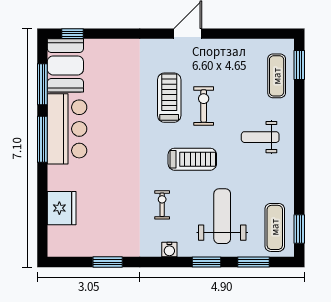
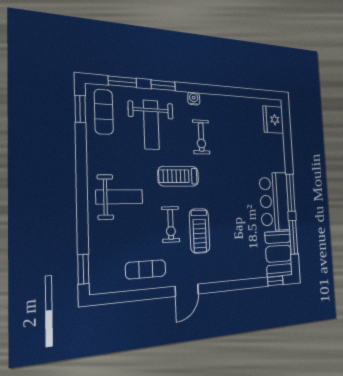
exercise mat: (277, 76) -> (146, 269), moved, turned 90
weight bench: (260, 137) -> (119, 197), width x1.36, depth x1.33
exercise bike: (162, 205) -> (201, 137), width x1.38, depth x1.39
fridge: (62, 208) -> (273, 120), moved
window: (108, 262) -> (240, 92), removed

